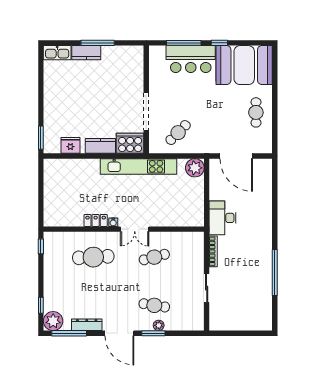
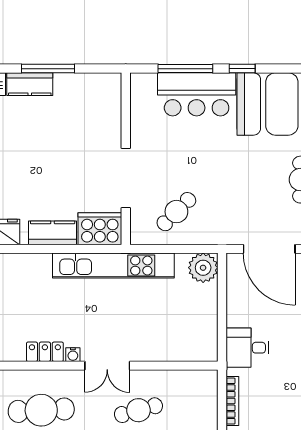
desk: (223, 218) -> (247, 348), width x0.73

